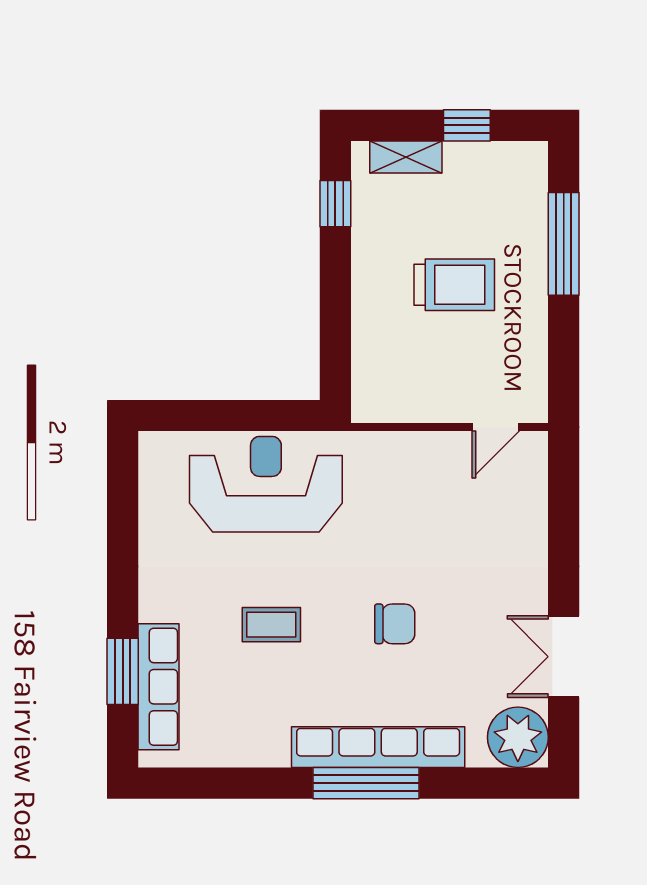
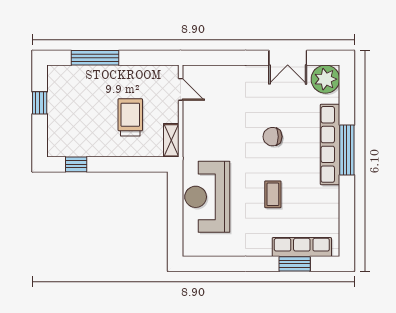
shelving: (406, 157) -> (171, 140), moved
trolley: (454, 285) -> (130, 117), moved
chair: (395, 624) -> (272, 137), turned -90

